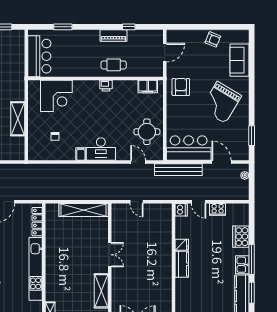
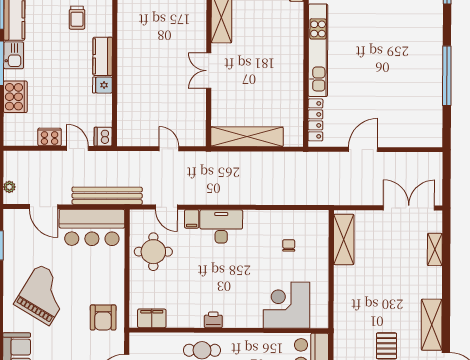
shelving: (18, 119) -> (344, 239), moved
filing cabinet: (81, 154) -> (192, 219), moved
trolley: (199, 290) -> (77, 18), added

